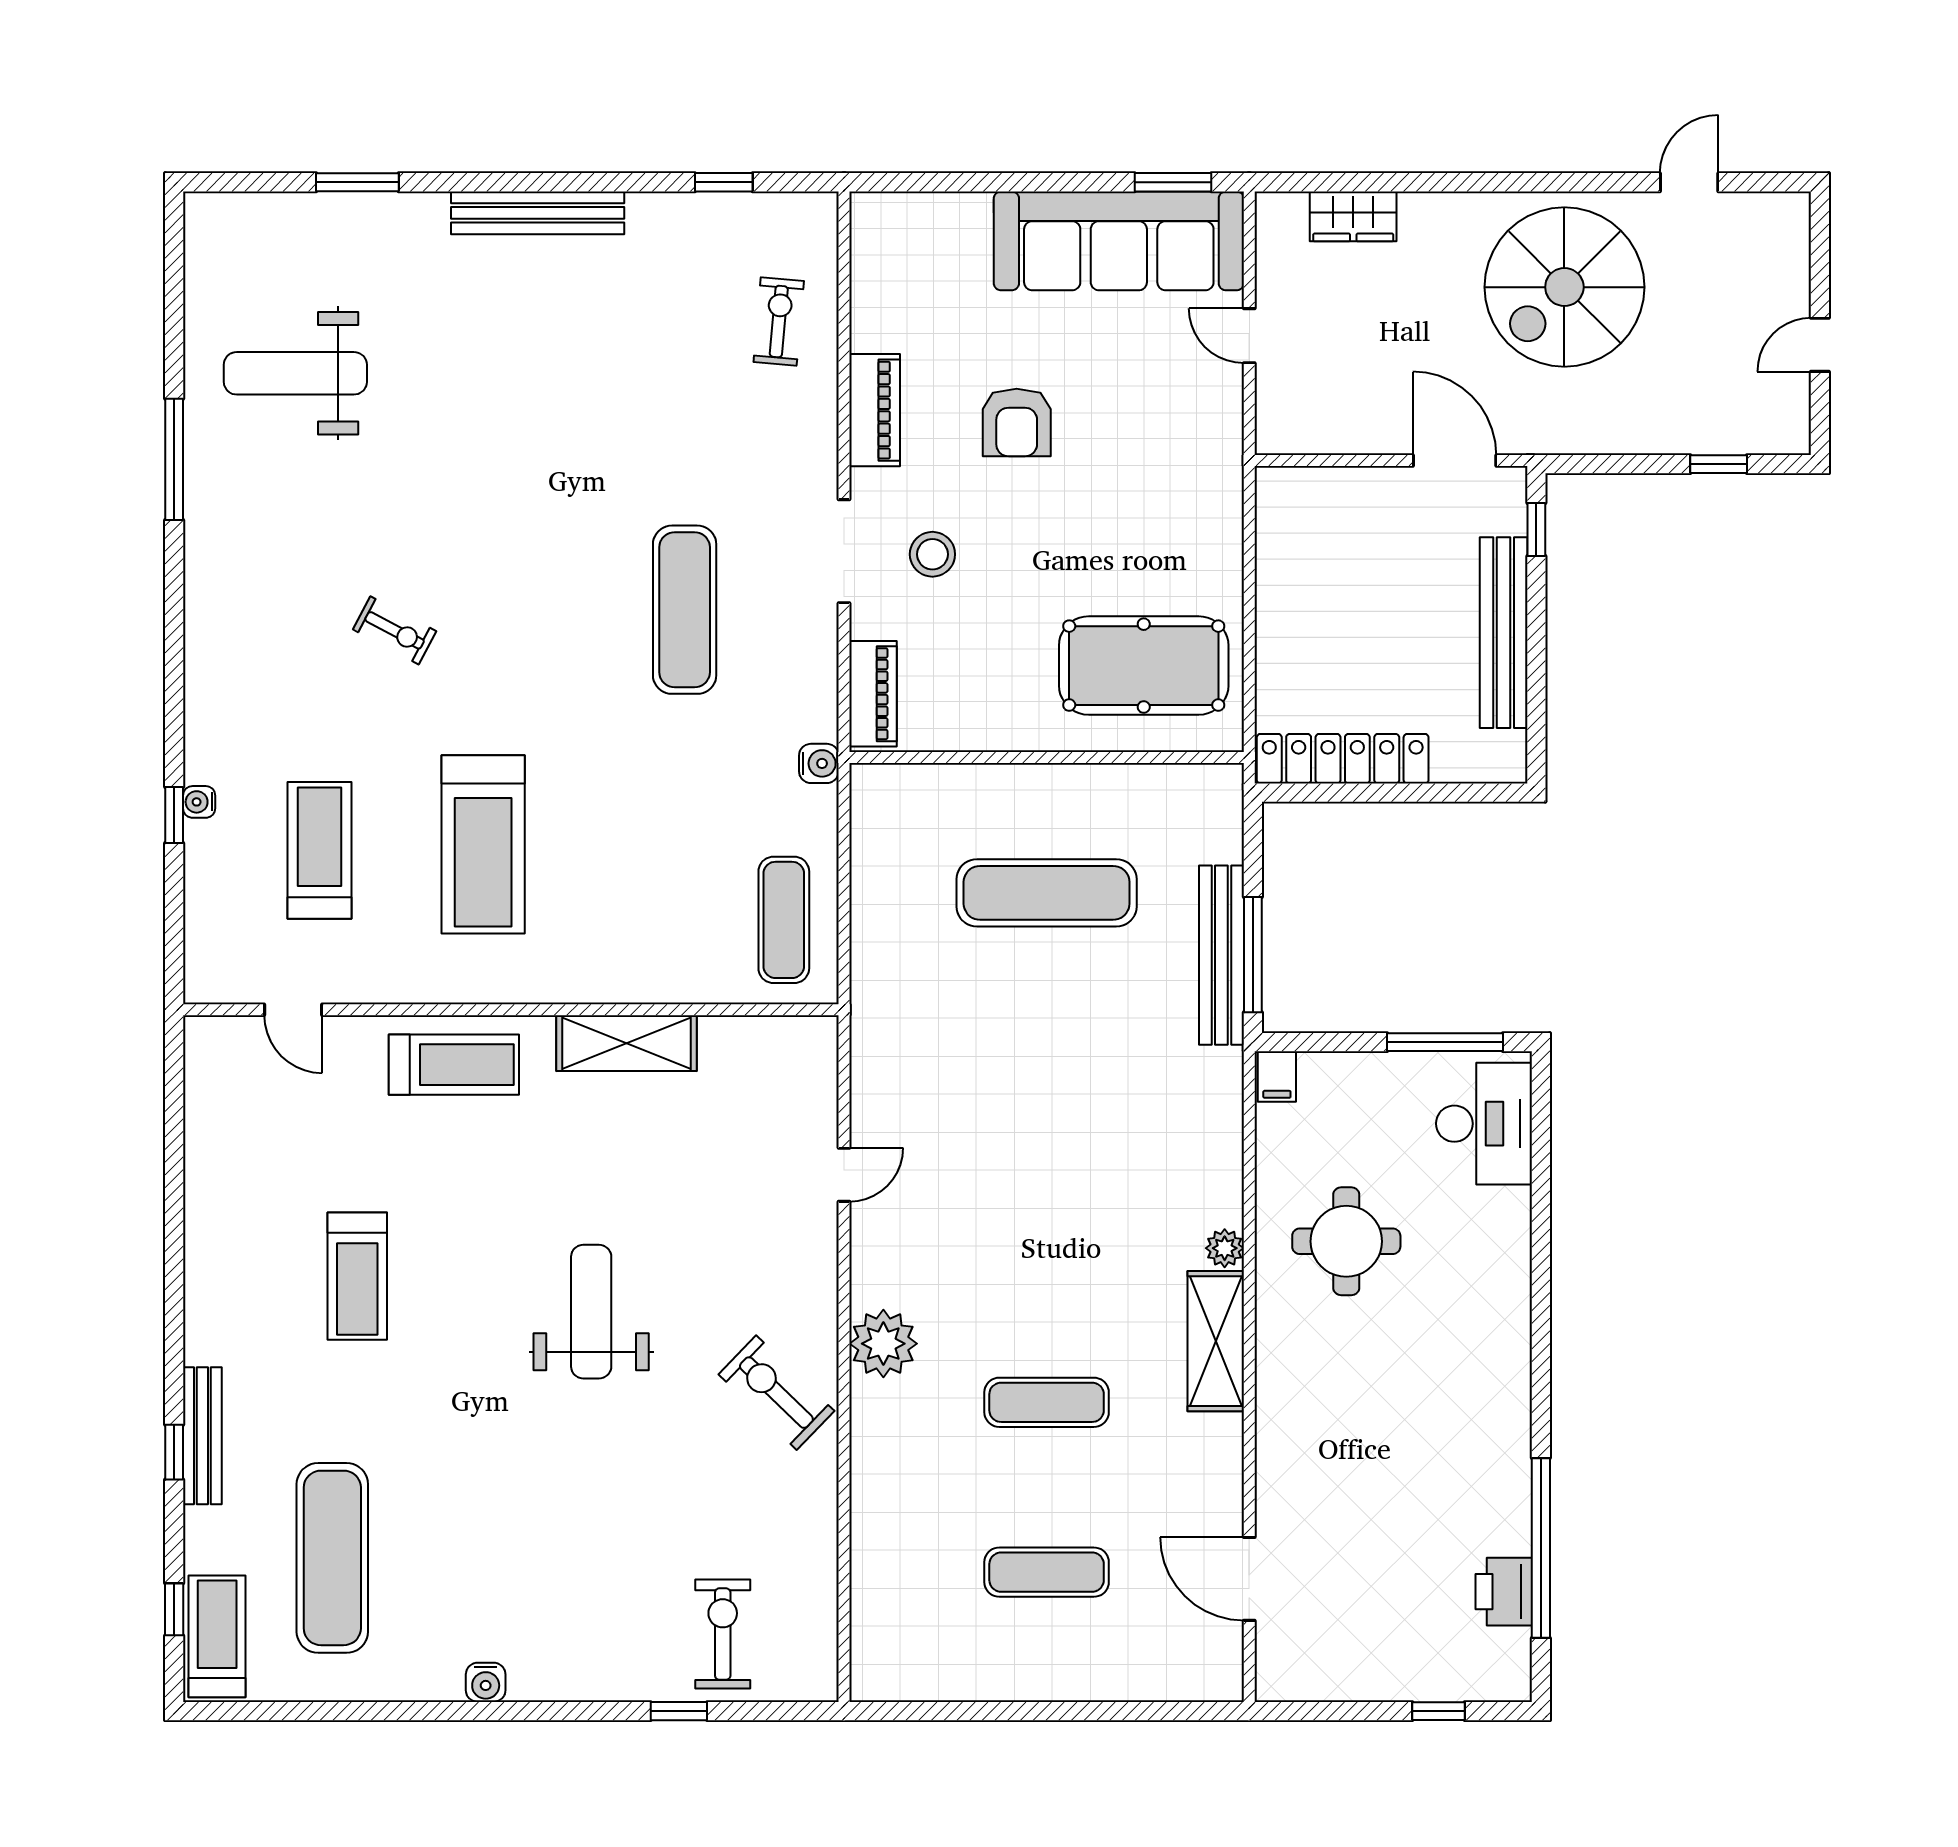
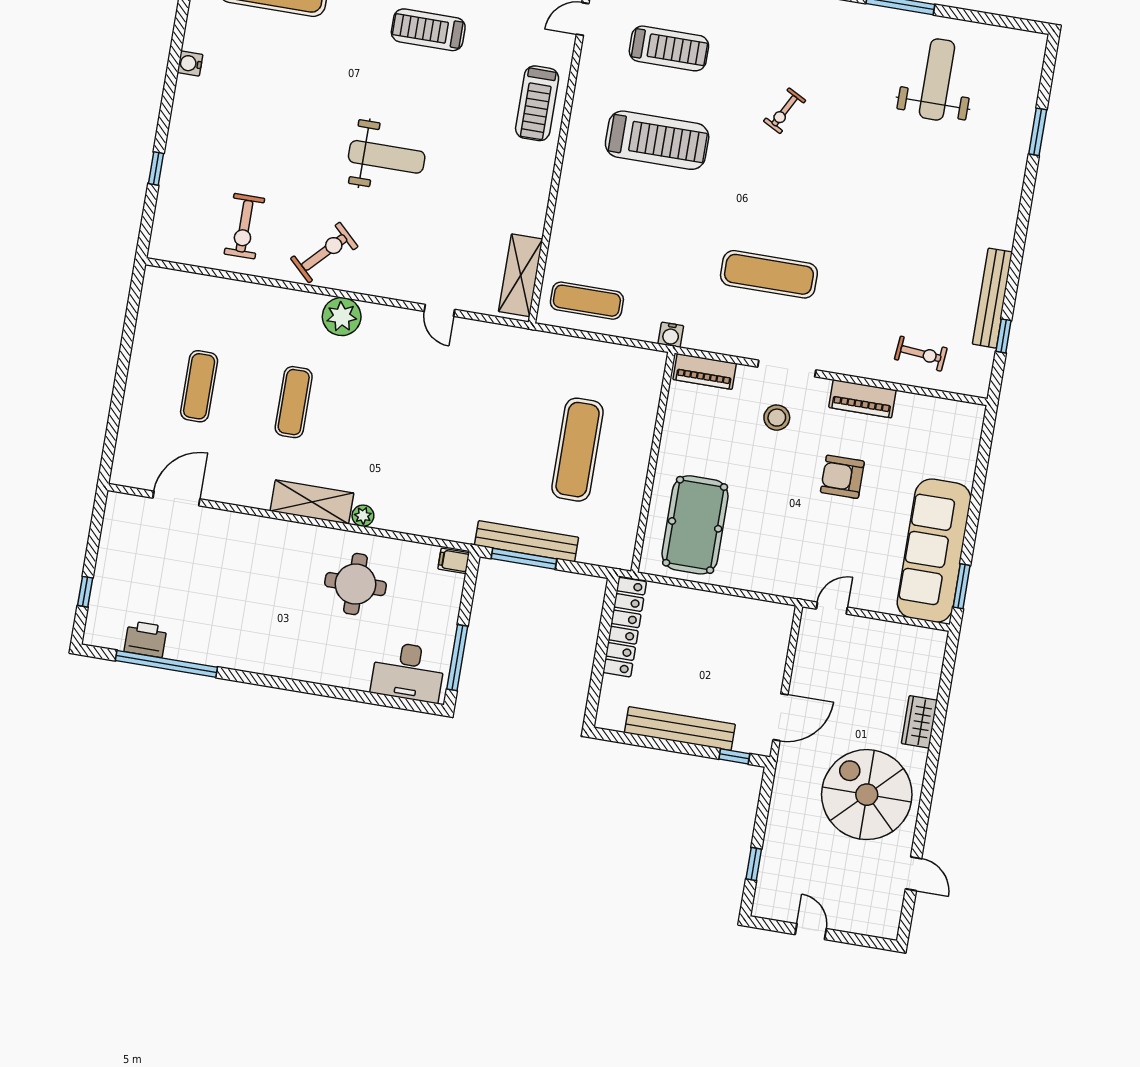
bench: (538, 213) -> (992, 298), moved
wardrobe: (1353, 216) -> (919, 722), moved
door: (1249, 336) -> (832, 608), moved
treadmill: (483, 844) -> (657, 140), turned 180
shelving: (626, 1043) -> (521, 275), moved
exercise bike: (723, 1634) -> (244, 226), moved, turned 90

